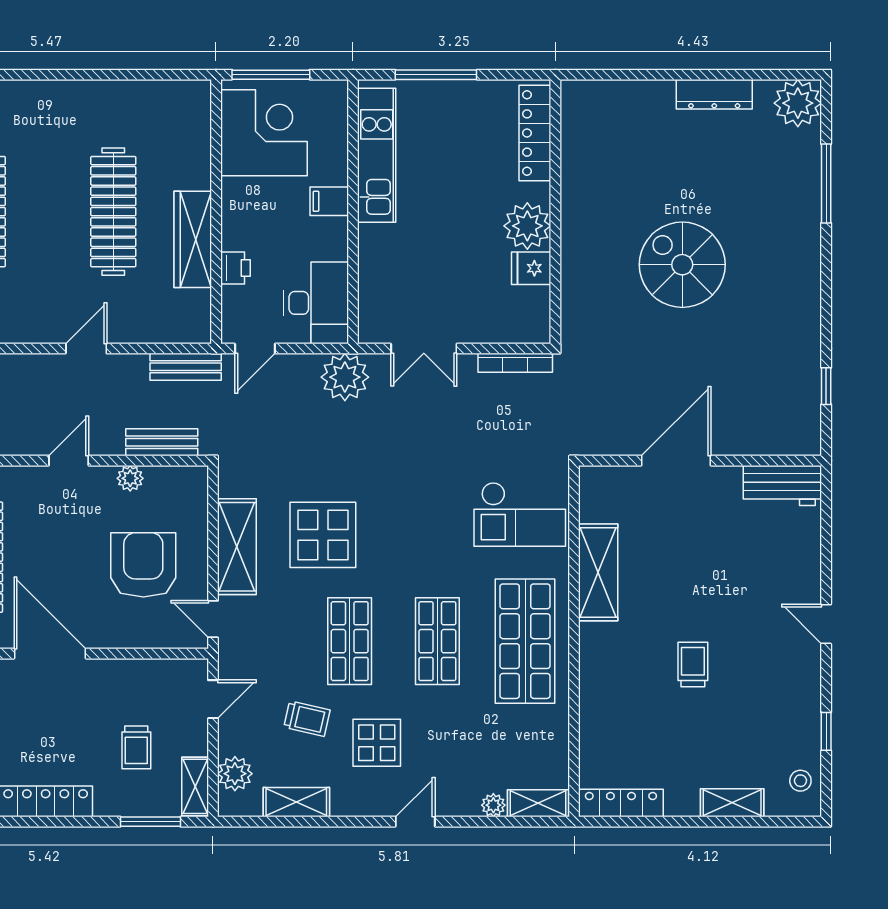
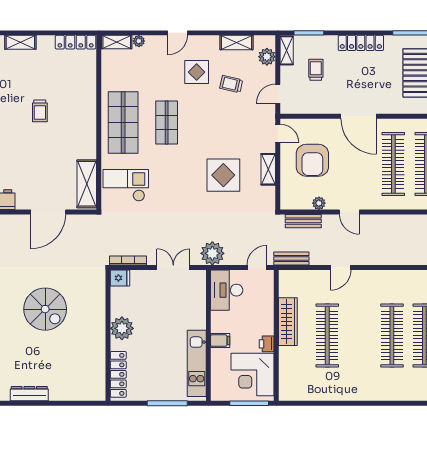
printer: (235, 268) -> (267, 344), moved
fridge: (531, 268) -> (120, 278), moved
door: (69, 461) -> (349, 212), hinge flipped
shelving: (237, 547) -> (268, 169), width x0.67, depth x0.75
shelving: (598, 572) -> (87, 184), moved
shop shelf: (350, 641) -> (210, 122), removed

